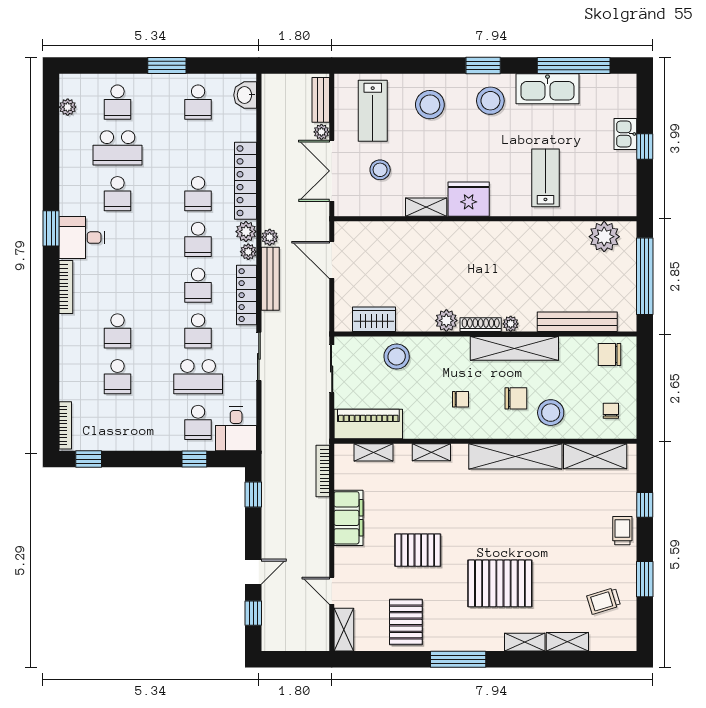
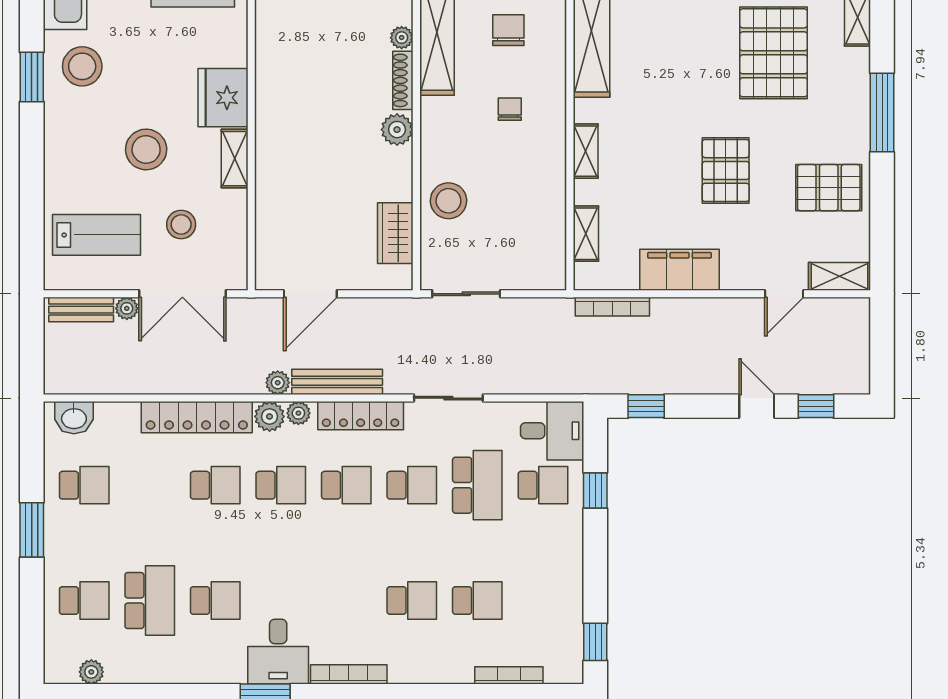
stool: (430, 105) -> (146, 149), moved
piano: (368, 424) -> (545, 241), removed
bookcase: (65, 425) -> (509, 675), moved

